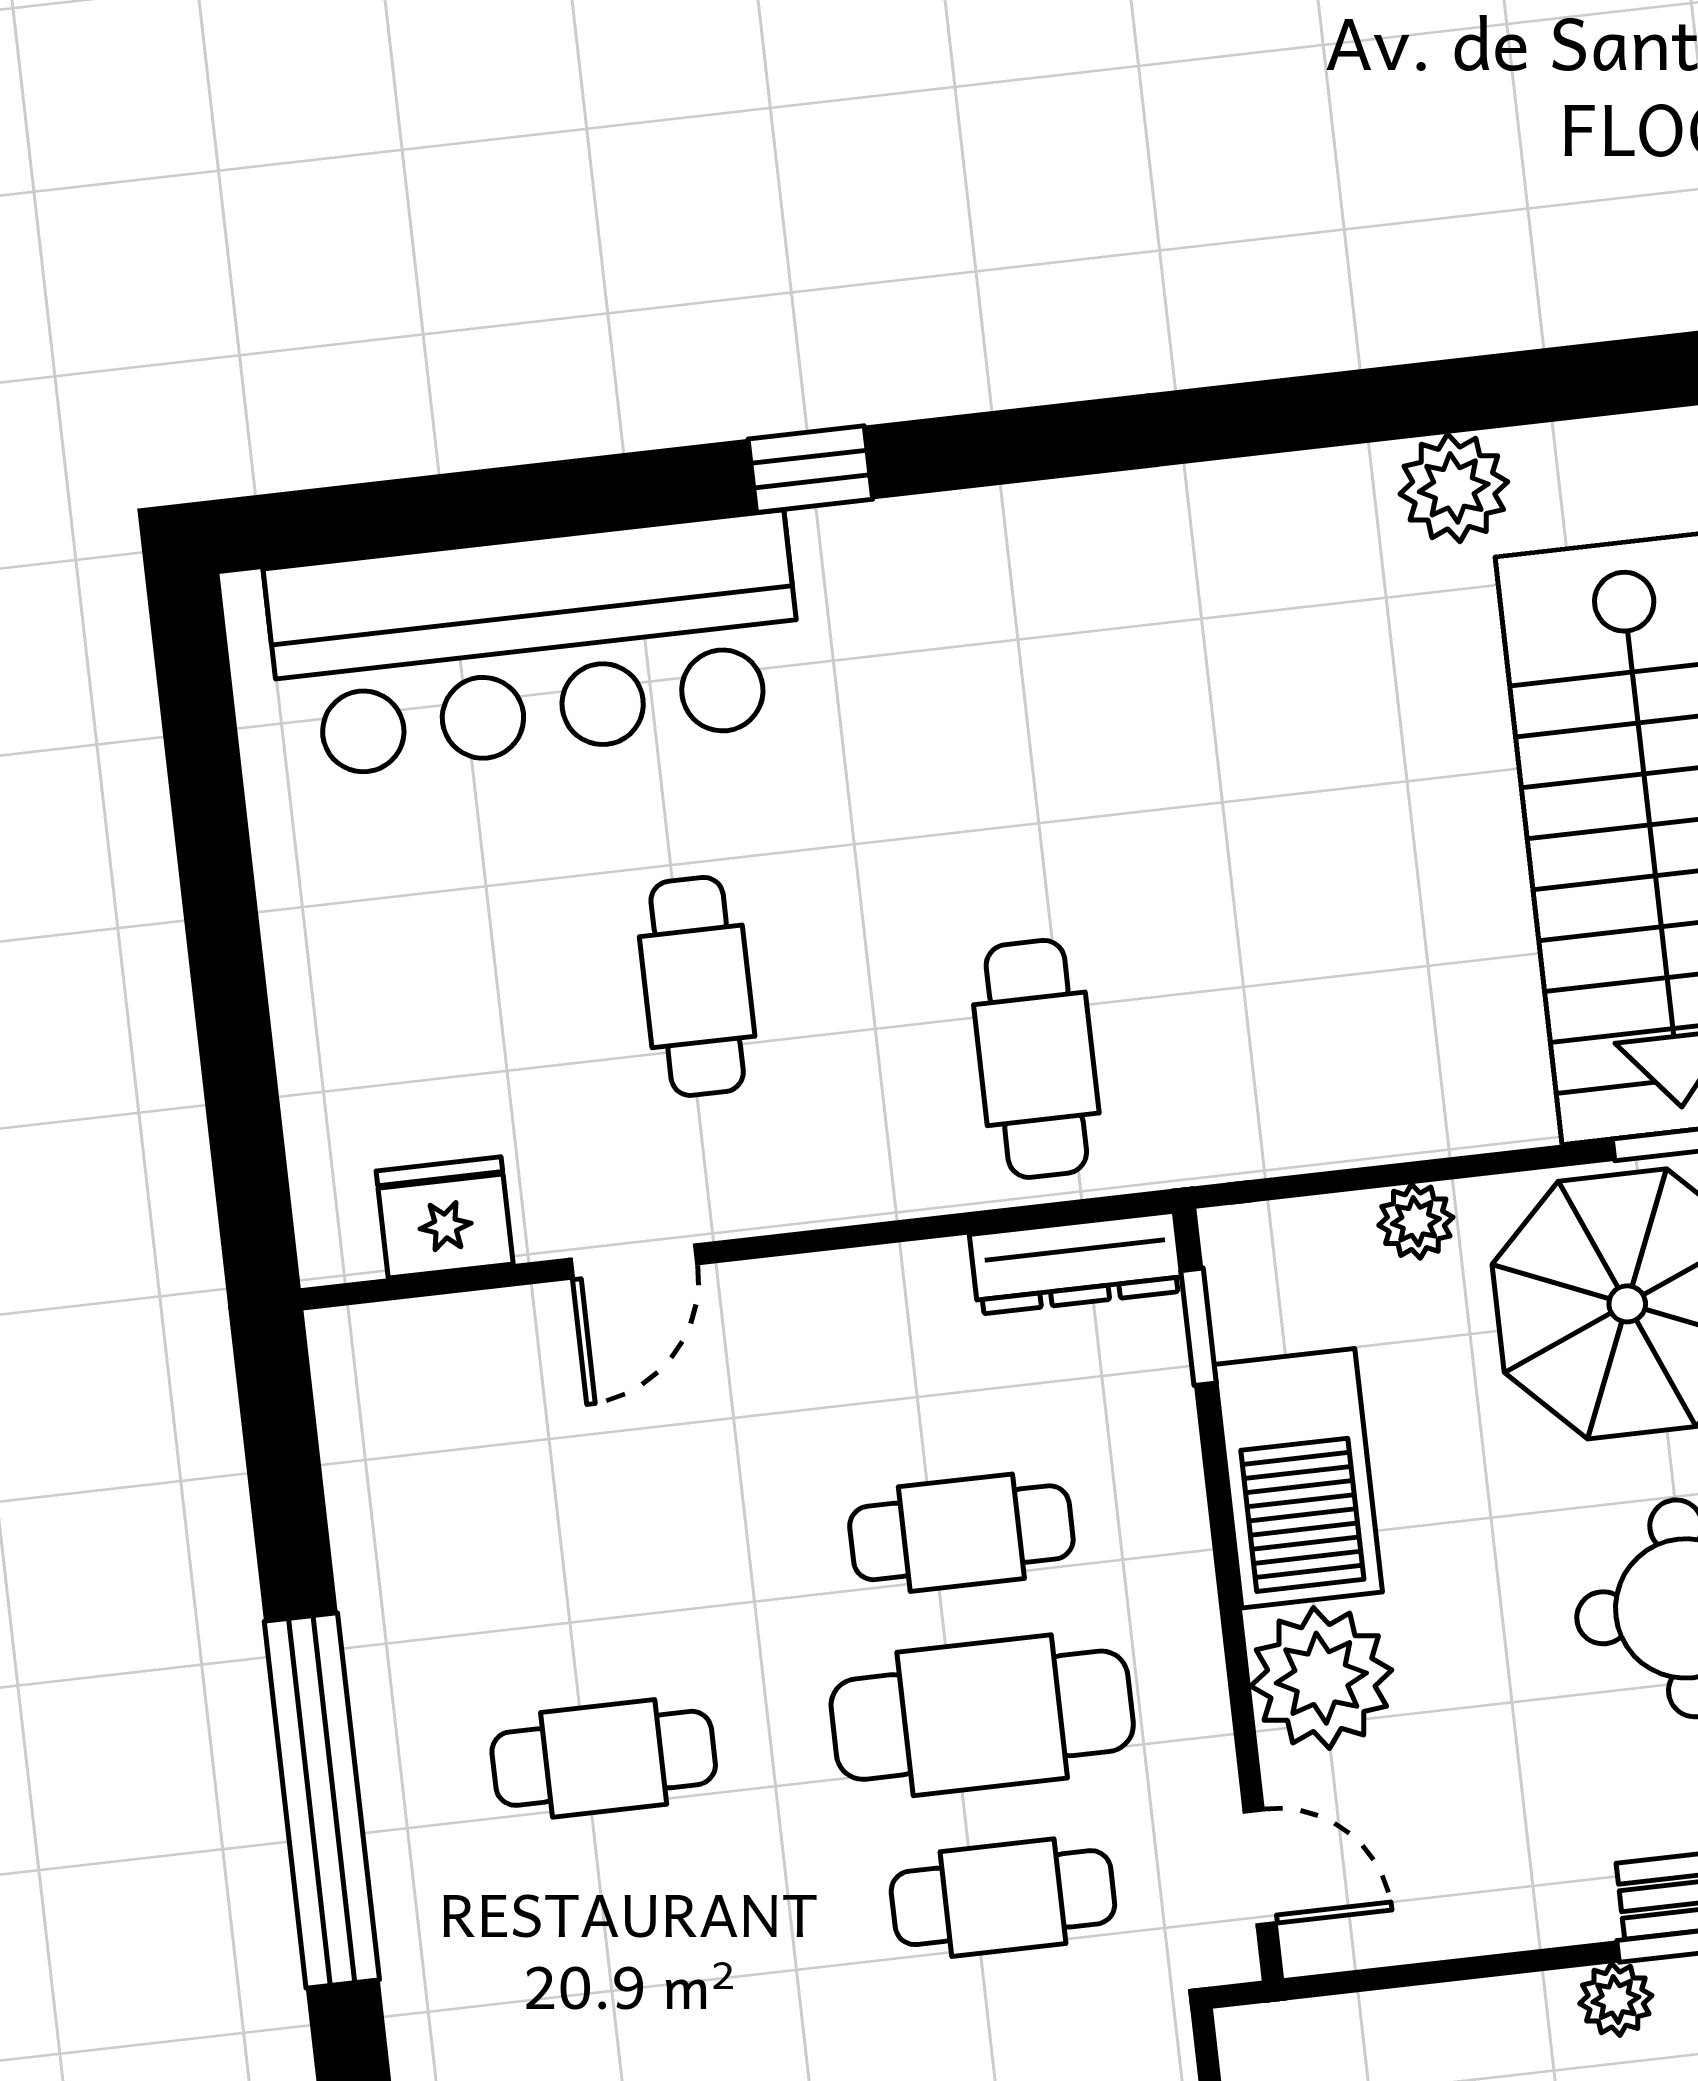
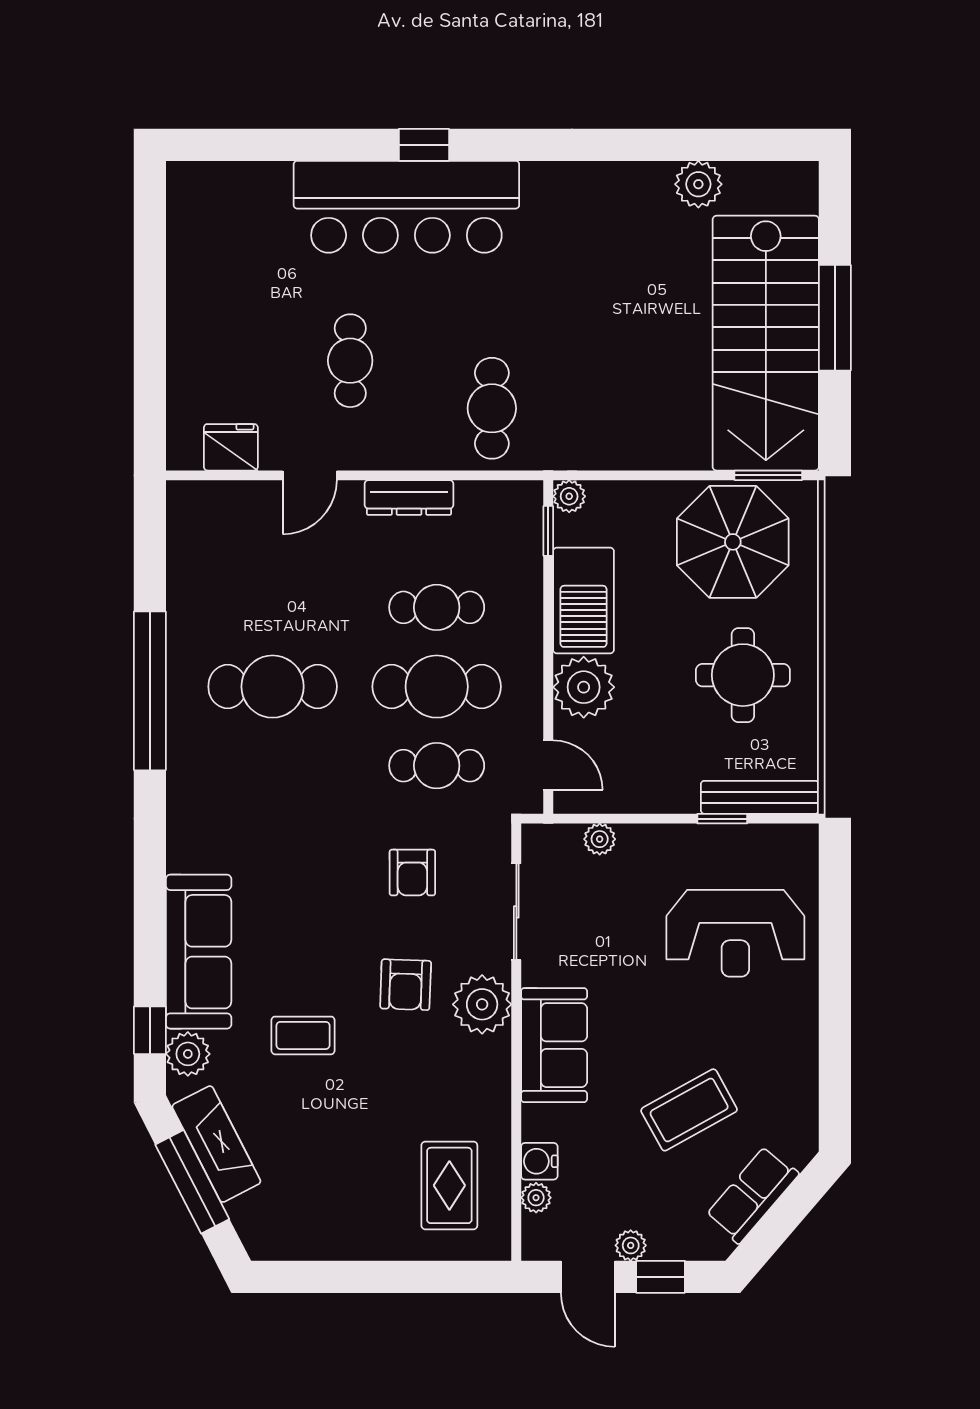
bar counter: (535, 645) -> (406, 207), moved
plant: (1416, 1221) -> (569, 496), moved
dresser: (1076, 1263) -> (409, 497), moved
cafe table: (604, 1758) -> (273, 687), width x1.37, depth x1.35
plant: (1616, 1999) -> (600, 839), moved

